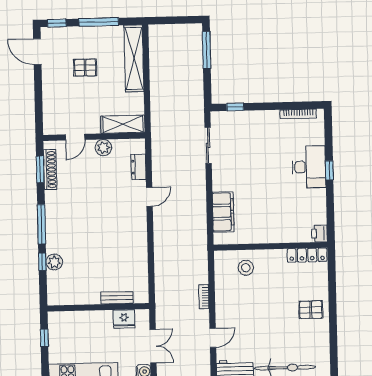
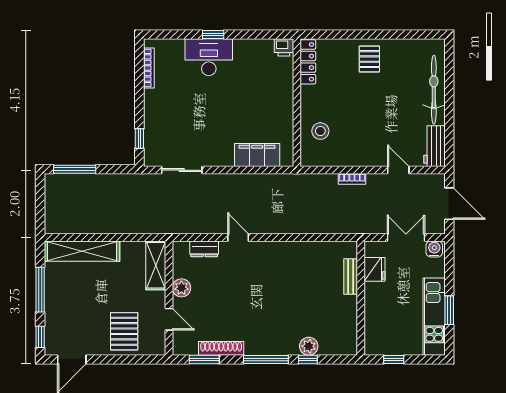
pallet: (85, 68) -> (124, 331), moved, width x1.50, depth x1.42
shoe rack: (50, 170) -> (221, 348), moved

